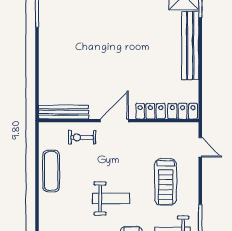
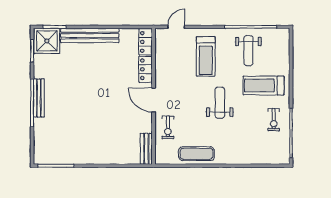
bench: (64, 112) -> (146, 149), width x0.73
treadmill: (166, 182) -> (206, 56), turned 90

